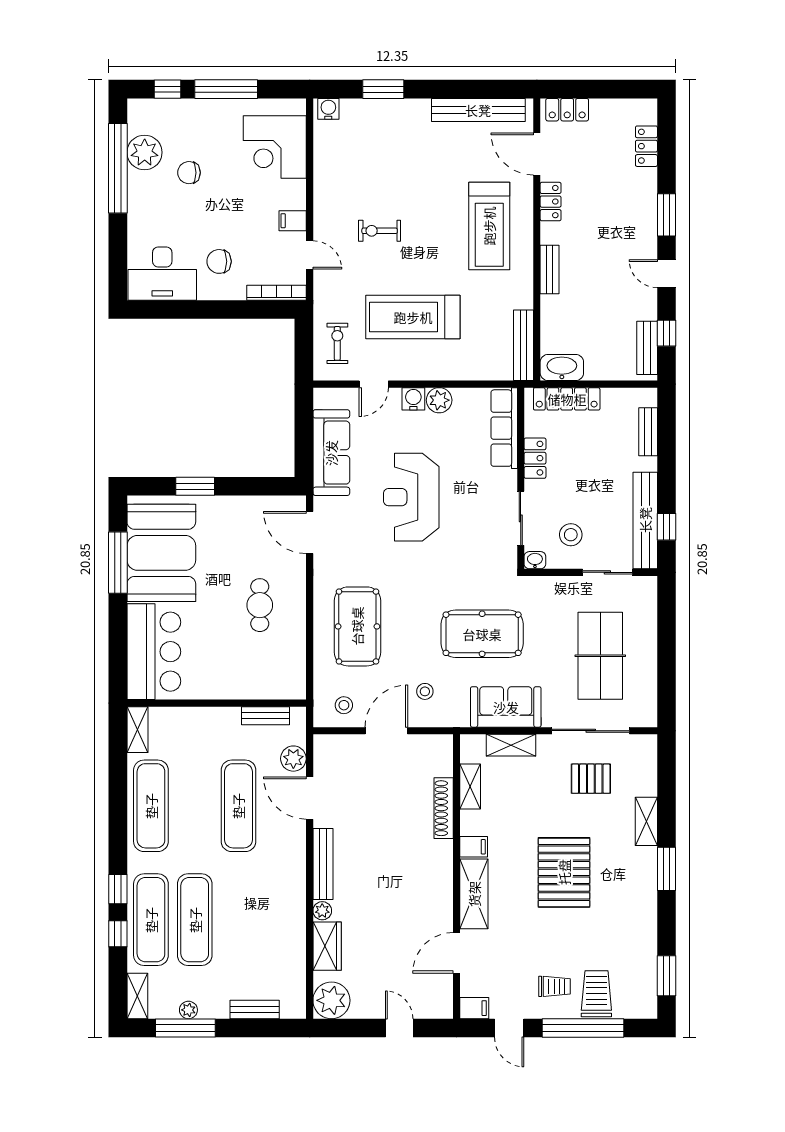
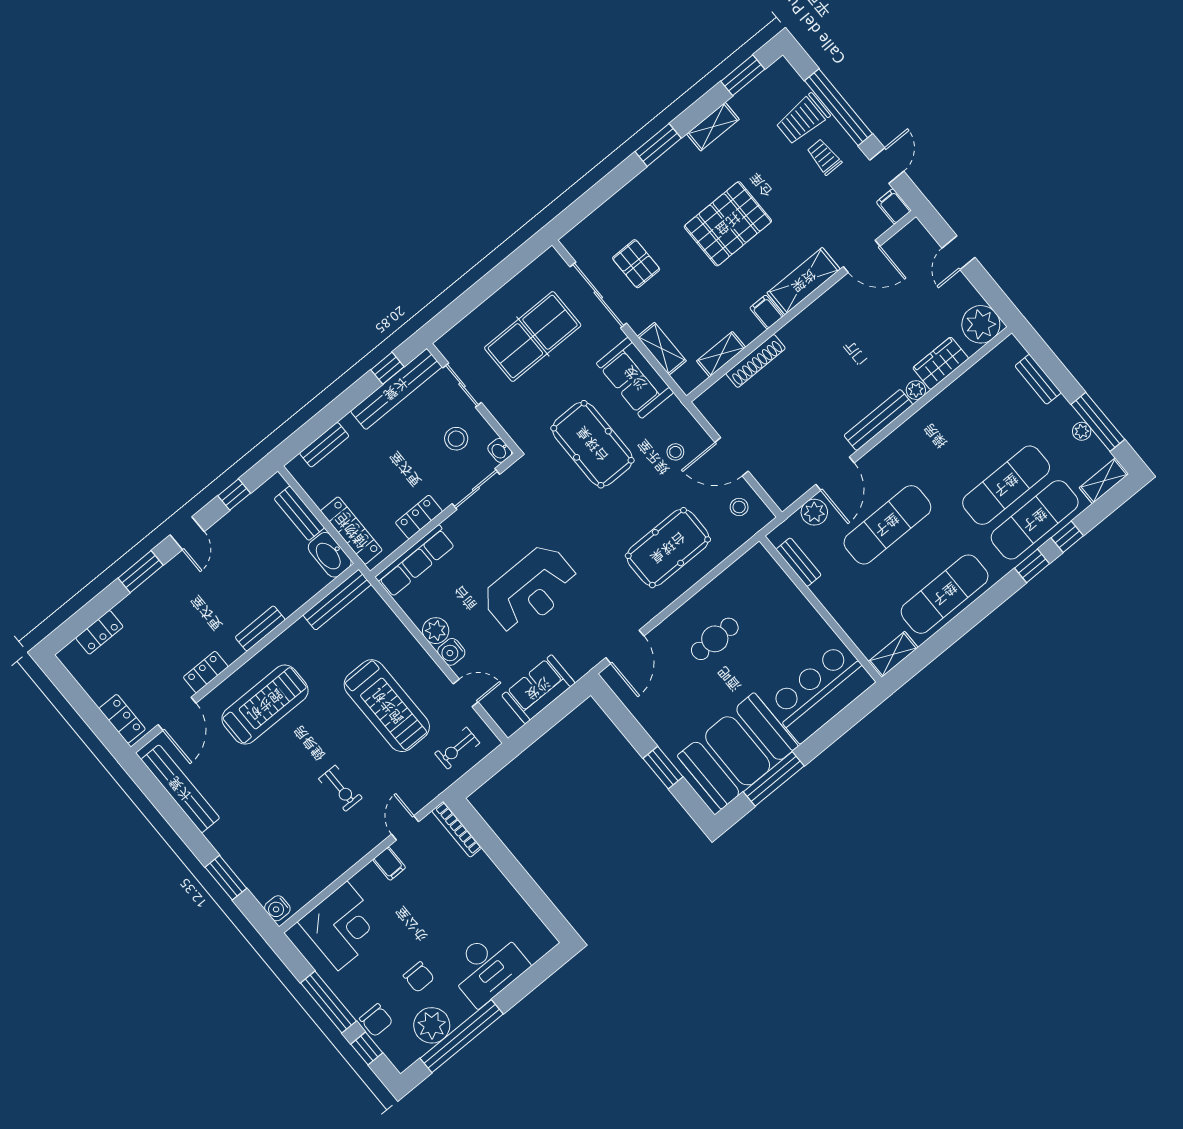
chair: (219, 261) -> (376, 1020), moved
desk: (162, 274) -> (488, 967), moved, turned 90
bench: (647, 348) -> (299, 513), moved, turned 90
sofa: (331, 453) -> (538, 689), width x0.73
shelving: (646, 821) -> (713, 127), moved

